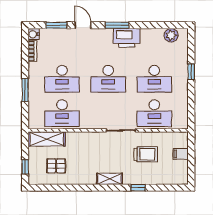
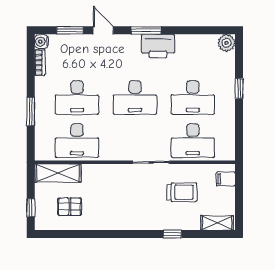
plant: (171, 35) -> (227, 43), moved
filing cabinet: (181, 154) -> (226, 179), moved
shelving: (110, 179) -> (217, 223), moved

